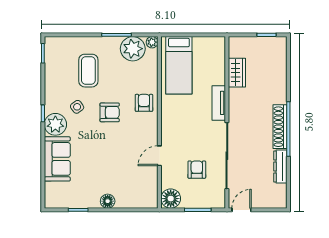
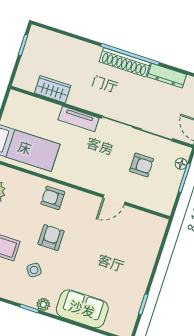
plant: (55, 124) -> (43, 304), width x0.53, depth x0.53
door: (159, 156) -> (114, 200), hinge flipped
armchair: (197, 170) -> (142, 165), turned 180
floor lamp: (171, 199) -> (181, 164), moved, width x0.53, depth x0.53
floor lamp: (108, 201) -> (144, 270), removed

